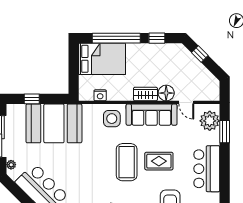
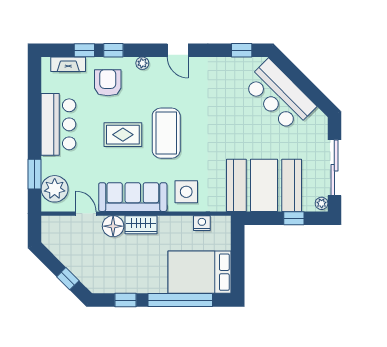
plant: (11, 165) -> (322, 203), moved

